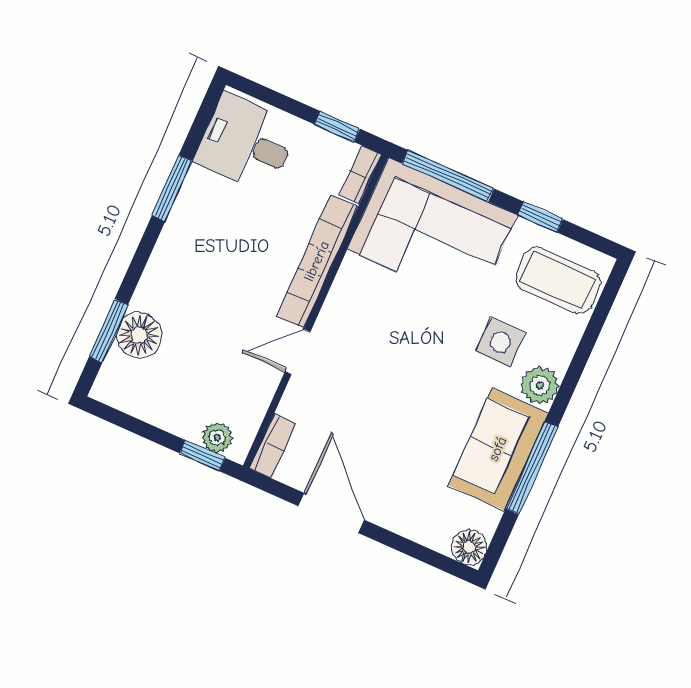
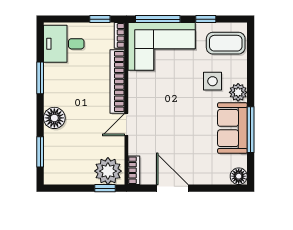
floor lamp: (139, 335) -> (54, 118), moved
plant: (217, 438) -> (108, 171), width x1.88, depth x1.88

